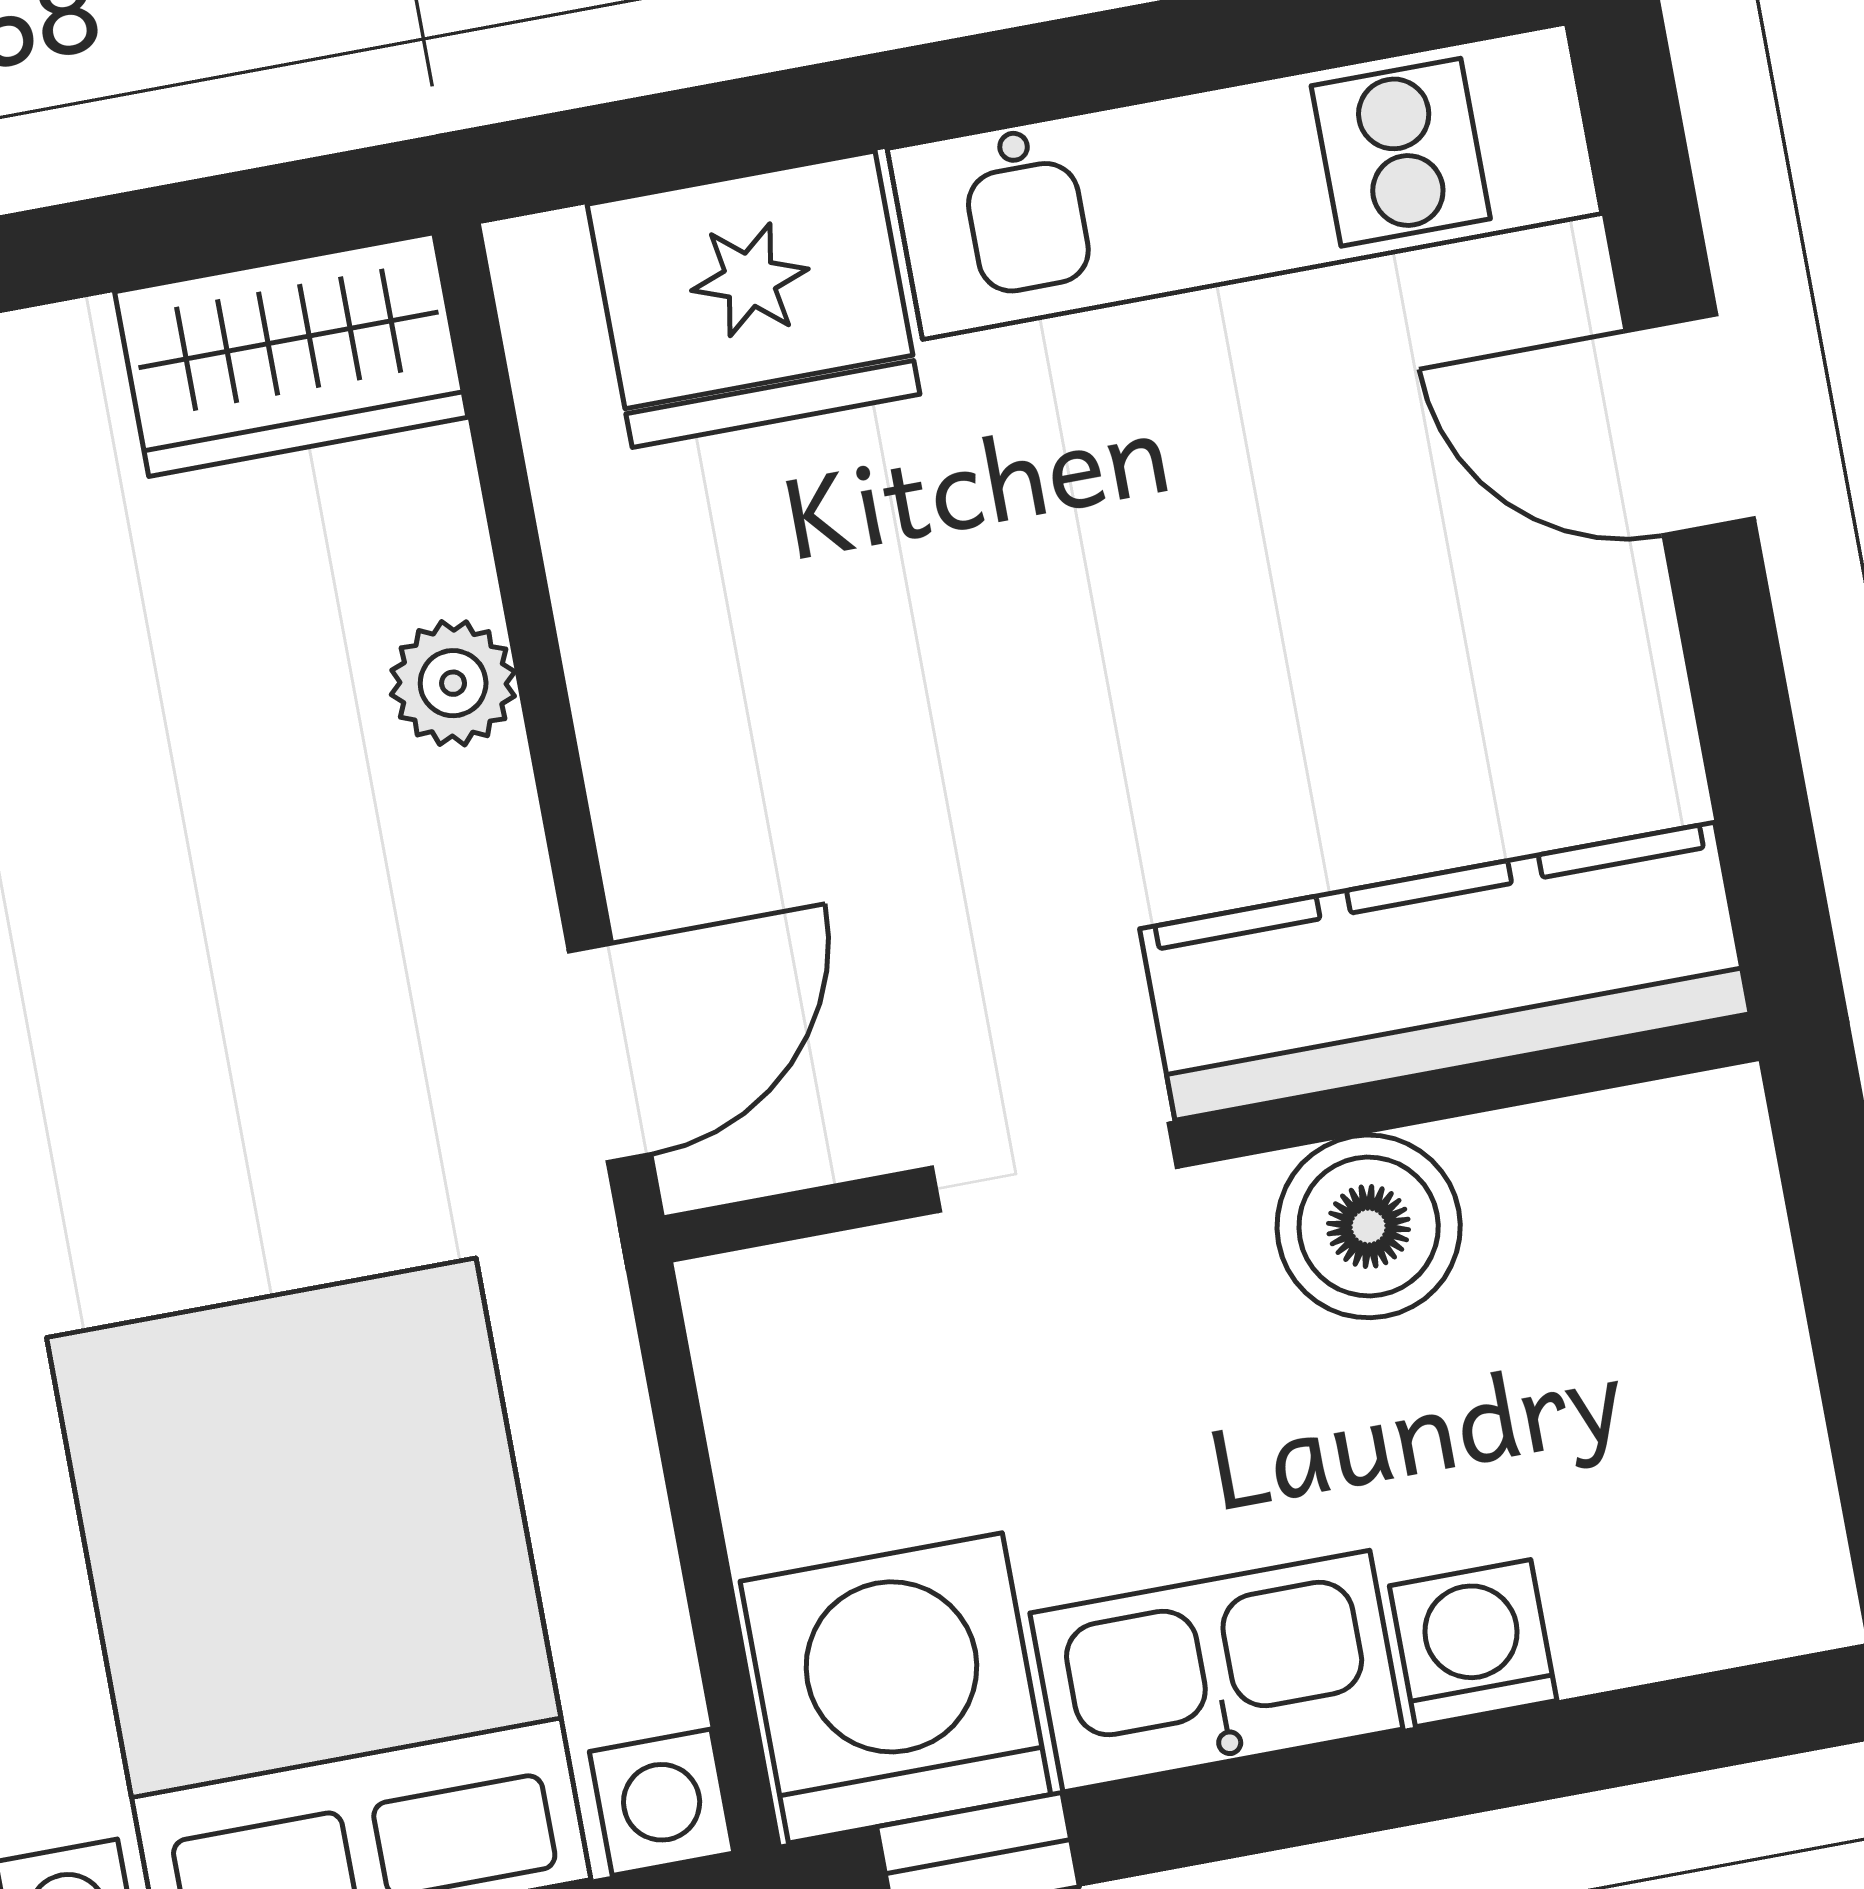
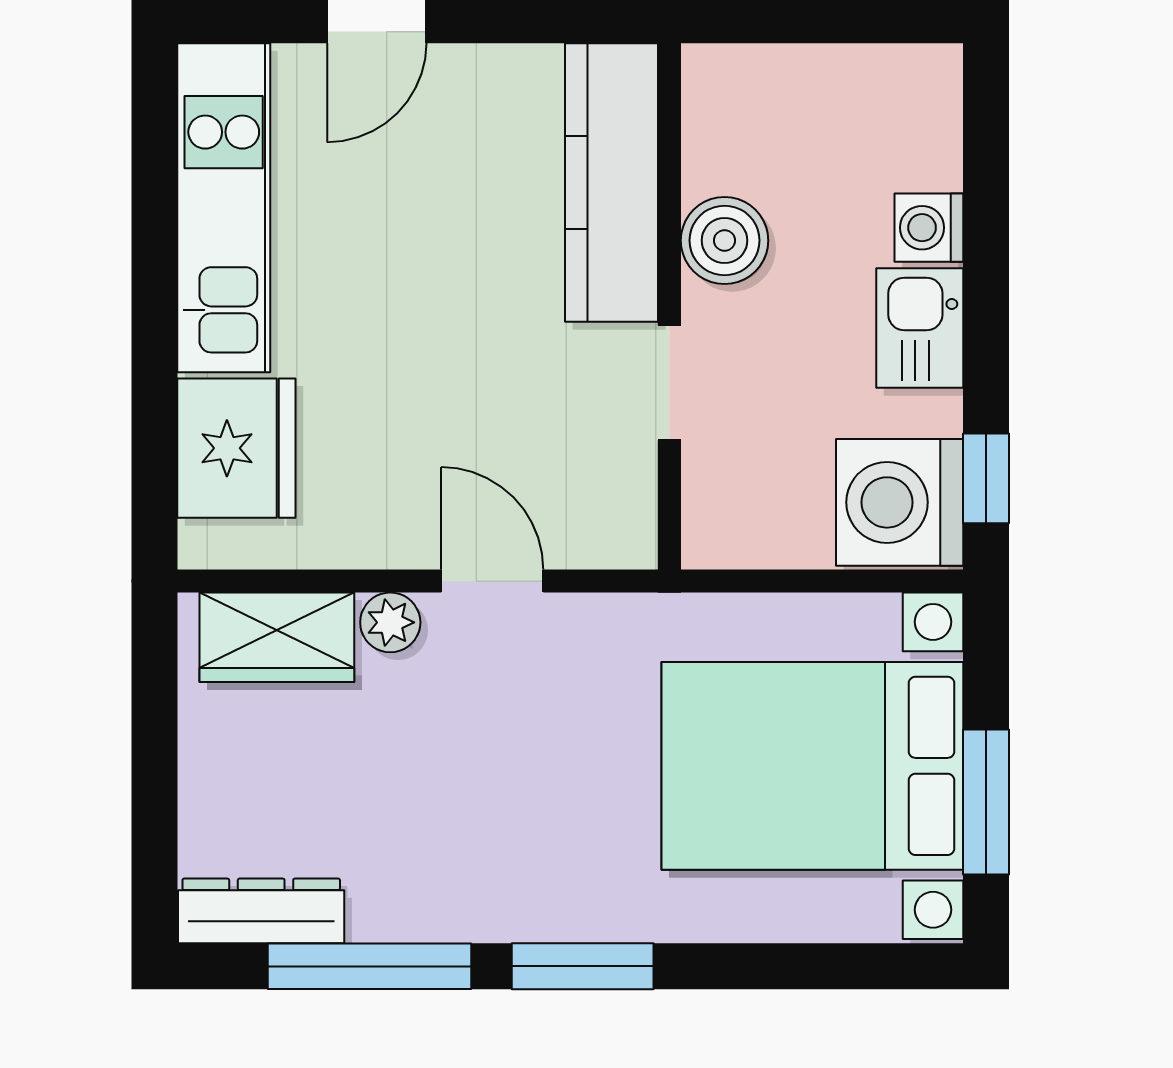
wardrobe: (291, 355) -> (277, 637), moved, turned 90
door: (610, 1053) -> (492, 581), moved
kitchen sink: (1216, 1671) -> (920, 328), width x0.73

